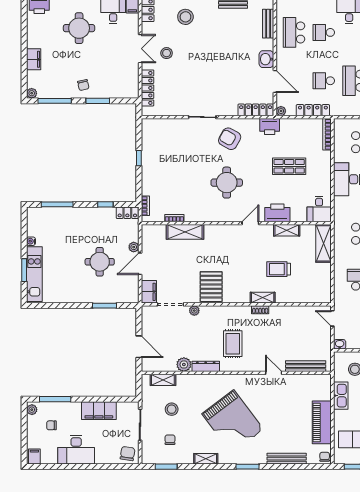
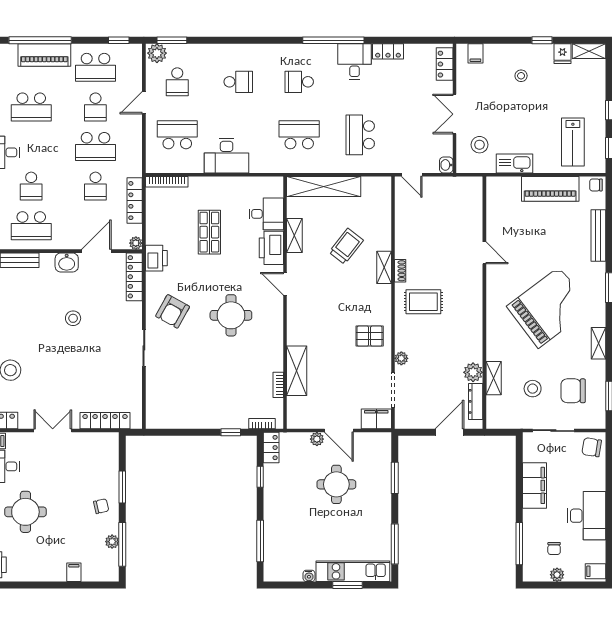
stool: (167, 53) -> (73, 318), moved
filing cabinet: (34, 59) -> (74, 572), width x0.50
plant: (32, 93) -> (112, 542), moved
window: (139, 158) -> (231, 432), moved
desk: (319, 209) -> (266, 214), moved
shelving: (323, 243) -> (324, 186), width x1.47
trolley: (279, 269) -> (346, 246), turned -142
pallet: (211, 287) -> (370, 336), width x0.67, depth x0.71
window: (55, 306) -> (395, 544), added
door: (332, 318) -> (412, 175), hinge flipped
rug: (233, 344) -> (423, 302), moved
dresser: (206, 366) -> (476, 401), moved
bench: (306, 366) -> (475, 210), removed
door: (274, 373) -> (484, 253), swing flipped
shelving: (163, 380) -> (494, 378), moved
plant: (32, 410) -> (557, 575), moved
chair: (170, 440) -> (573, 391), width x1.87, depth x1.87

